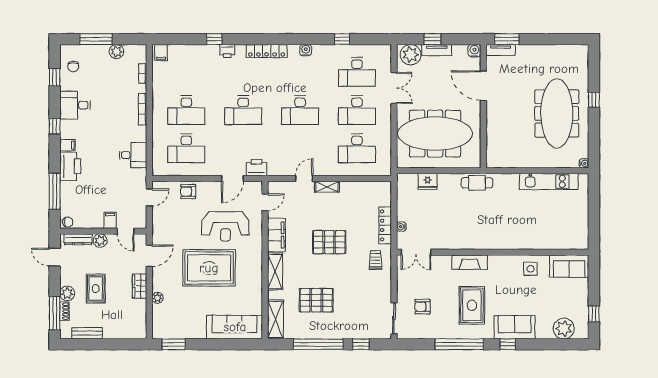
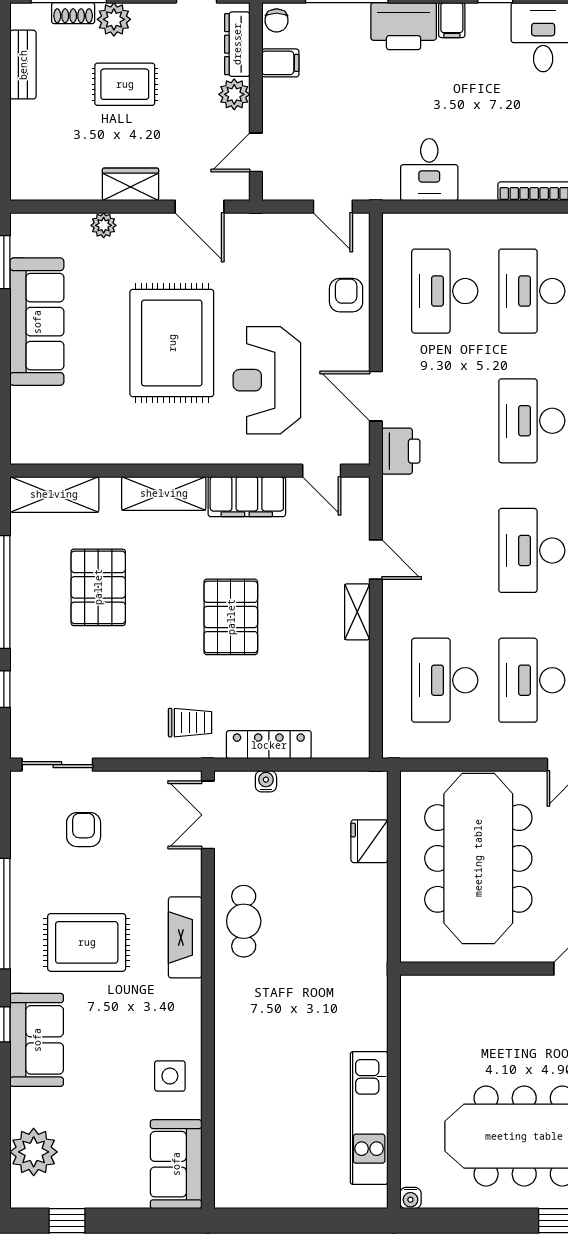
cafe table: (477, 183) -> (244, 921), moved
filing cabinet: (110, 220) -> (280, 63), moved
sofa: (235, 327) -> (37, 322), moved

